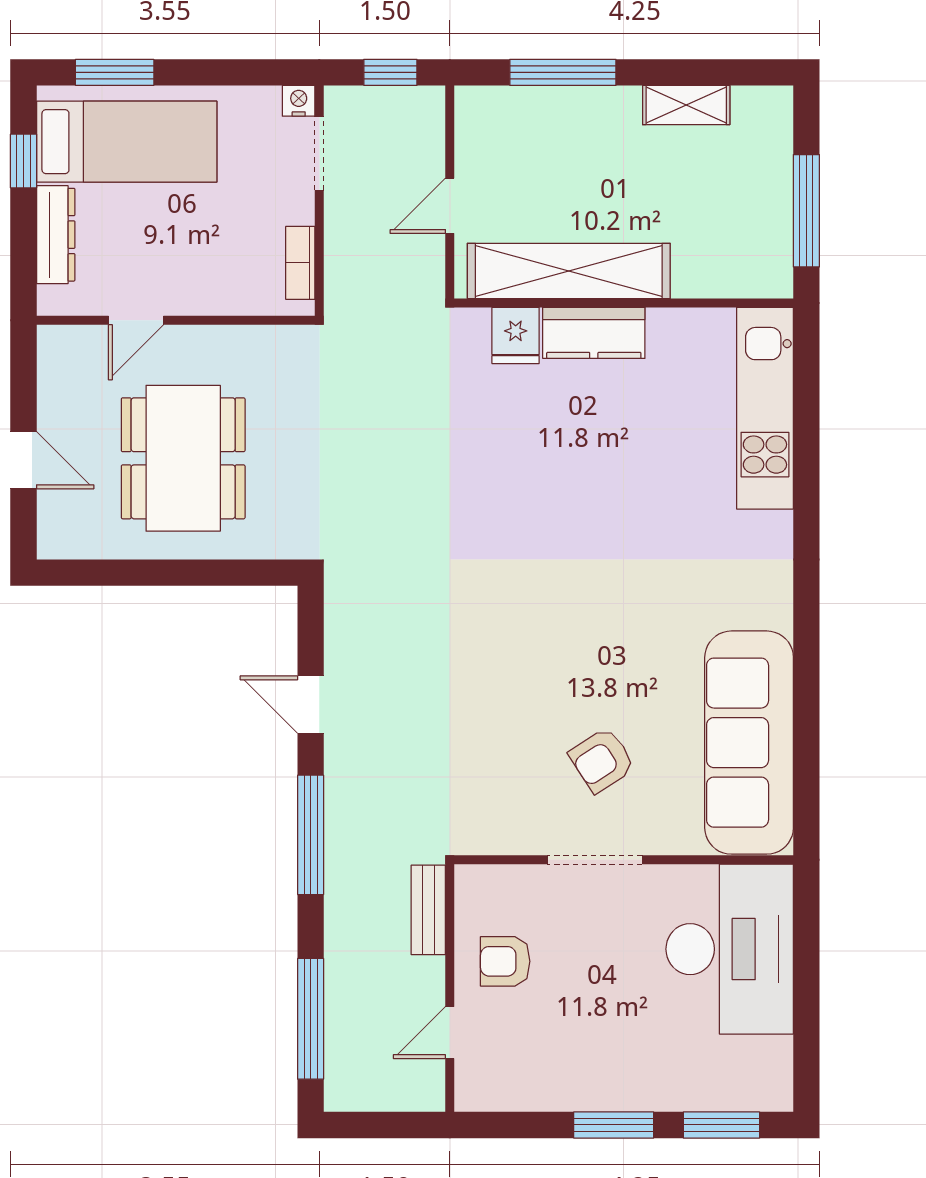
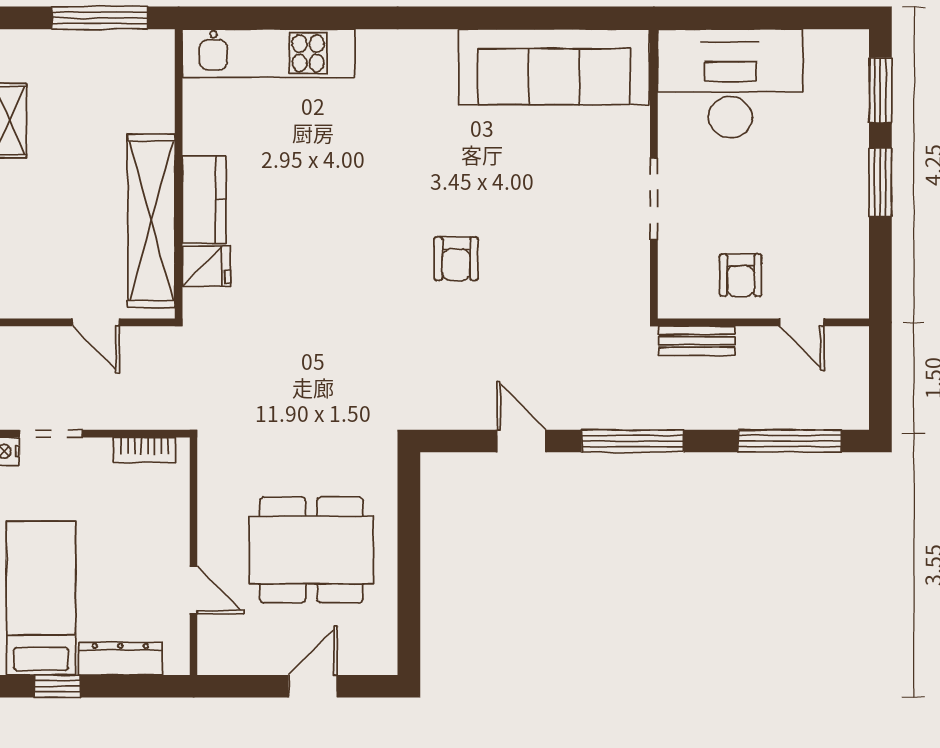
door: (311, 705) -> (522, 441), swing flipped
armchair: (602, 760) -> (456, 259), moved, turned 33

